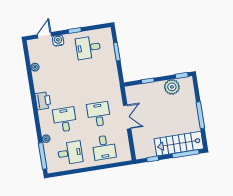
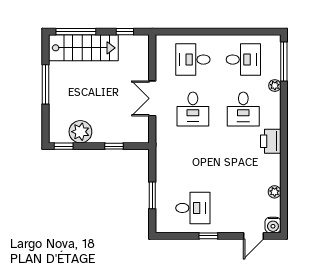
water cooler: (58, 41) -> (273, 225), moved
desk: (104, 147) -> (193, 60), turned -90
desk: (70, 153) -> (243, 60), turned 180

